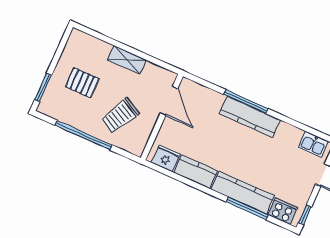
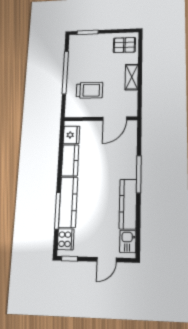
pallet: (82, 83) -> (124, 45), moved, turned 90
trolley: (120, 116) -> (89, 90), turned 152
kitchen counter: (250, 117) -> (128, 204), moved

